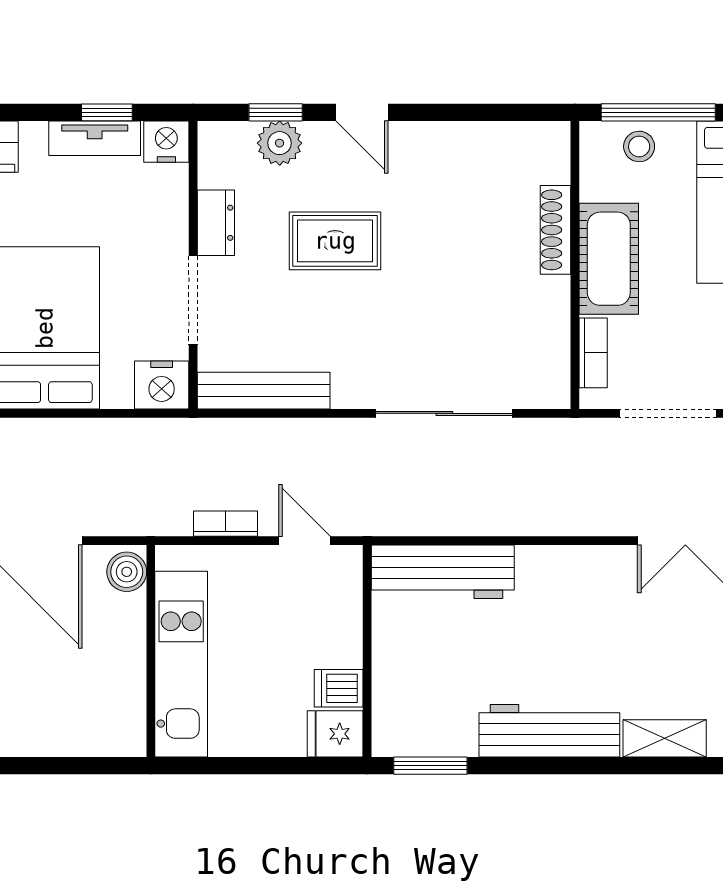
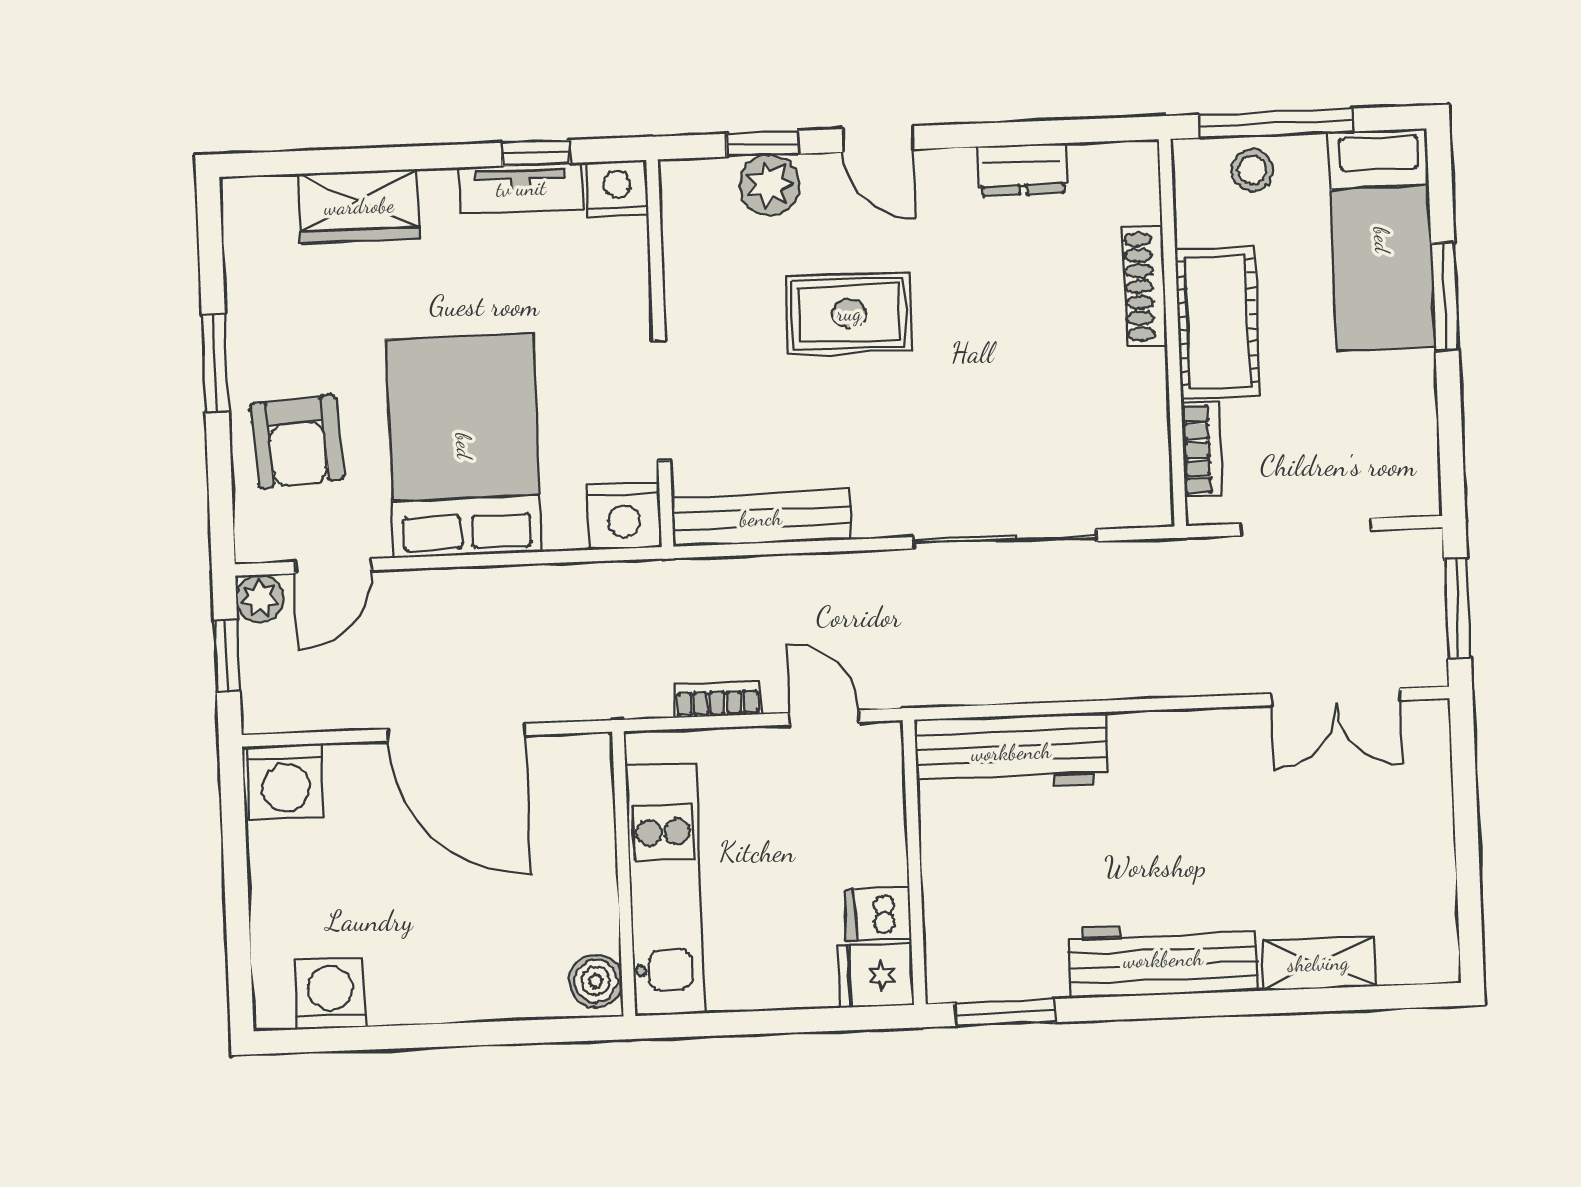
dresser: (216, 223) -> (1022, 169), moved, turned 90
boiler: (127, 572) -> (596, 981), moved

